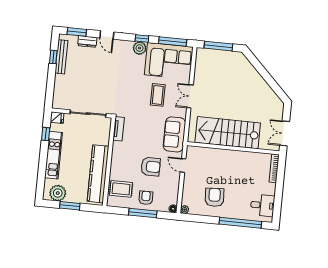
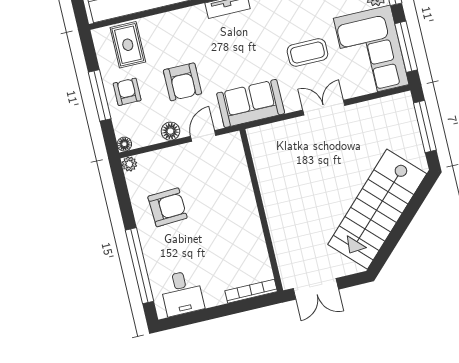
stairs: (228, 133) -> (377, 209), moved, turned -135
double door: (285, 133) -> (316, 289), swing flipped
floor lamp: (175, 182) -> (170, 131), added
armchair: (146, 198) -> (127, 92), turned -90

